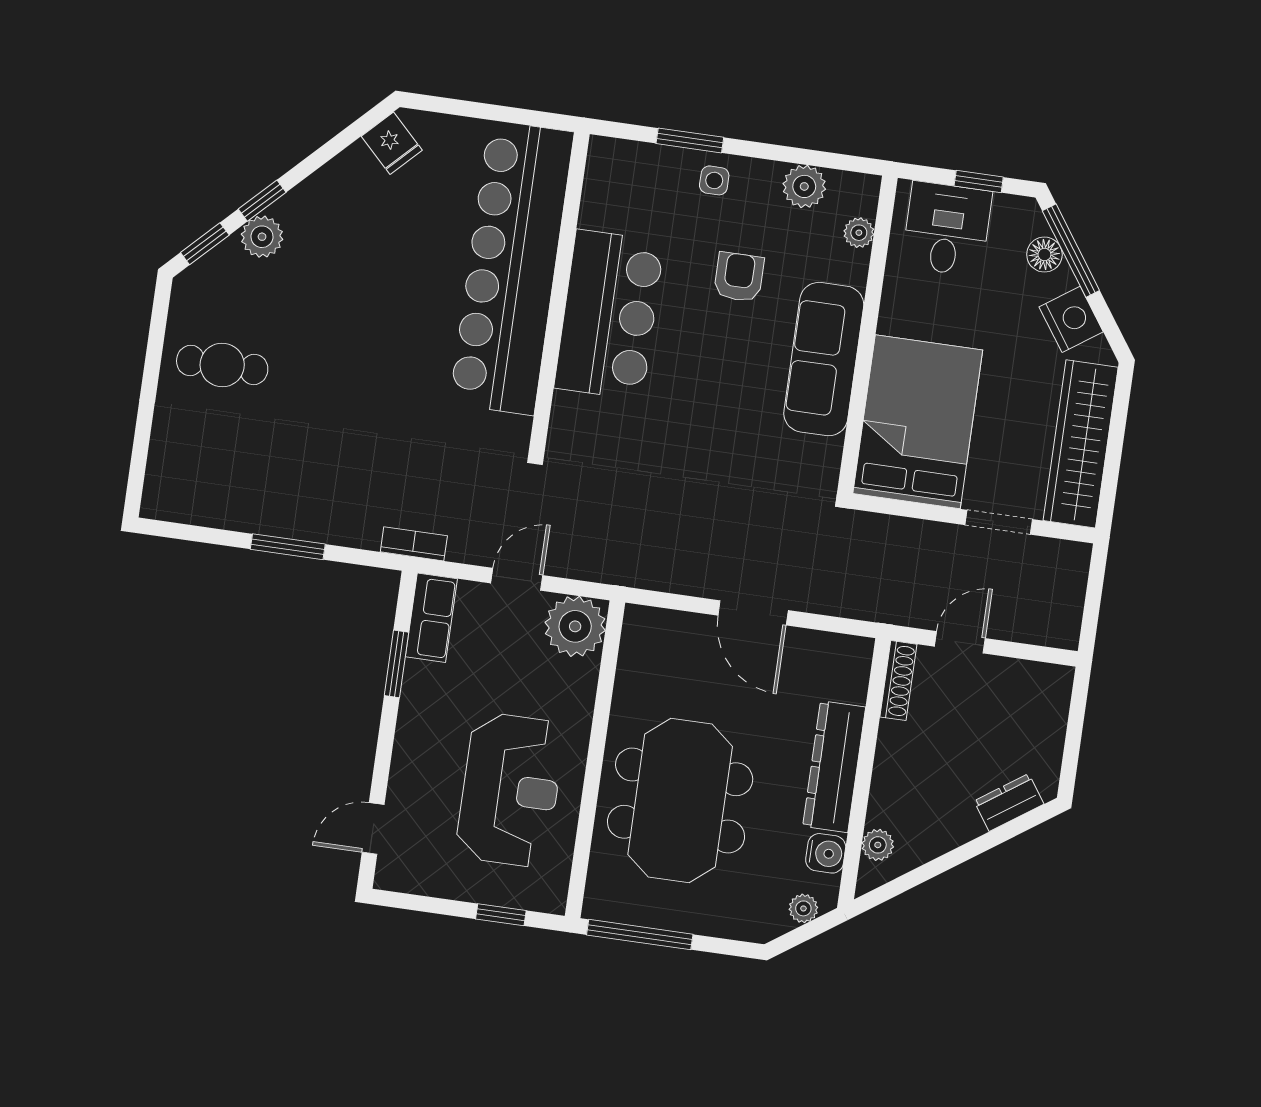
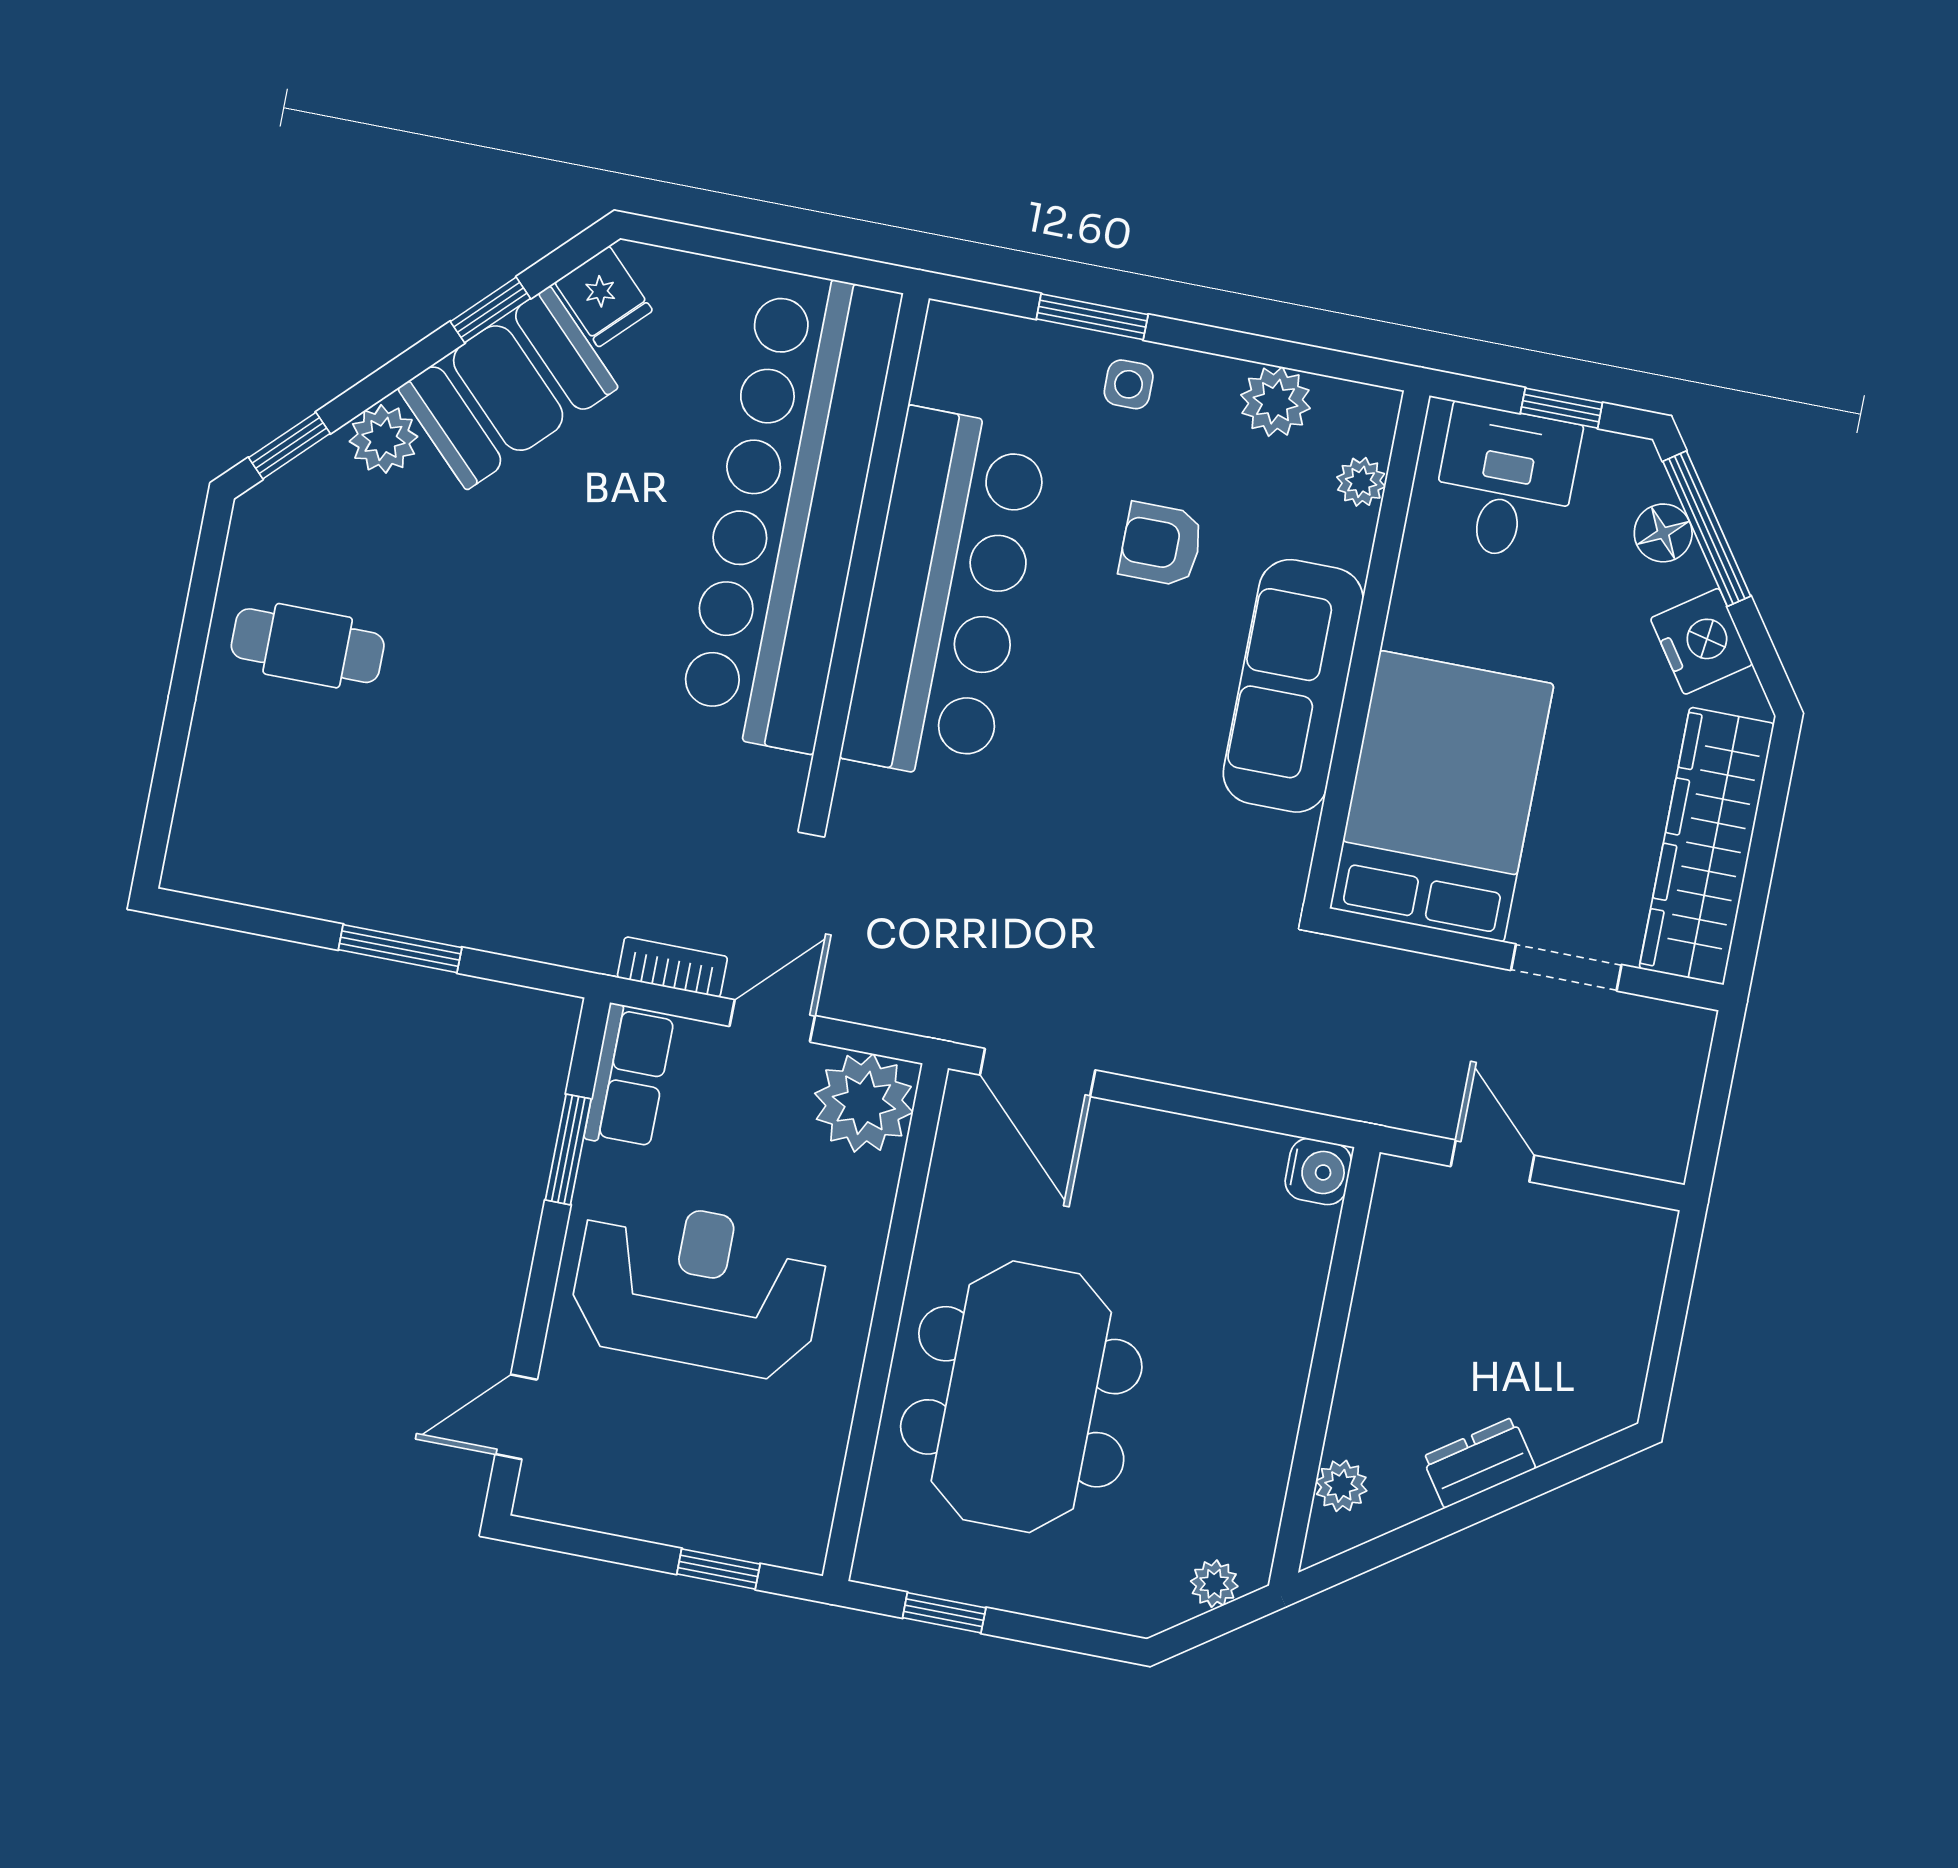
window: (262, 201) -> (490, 310), moved
booth: (336, 202) -> (508, 388), added
armchair: (739, 277) -> (1161, 544), turned -90
bar counter: (609, 315) -> (946, 595), width x1.36
bookcase: (414, 544) -> (672, 967), moved
door: (753, 613) -> (1038, 1072), moved
door: (960, 642) -> (1493, 1161), hinge flipped
shoe rack: (898, 681) -> (1389, 1218), removed
dresser: (834, 767) -> (1276, 1354), removed
reception desk: (510, 790) -> (698, 1288), moved, turned -90
dresser: (1009, 802) -> (1479, 1463), moved
water cooler: (826, 853) -> (1318, 1172), moved
window: (640, 935) -> (944, 1613), width x0.46

